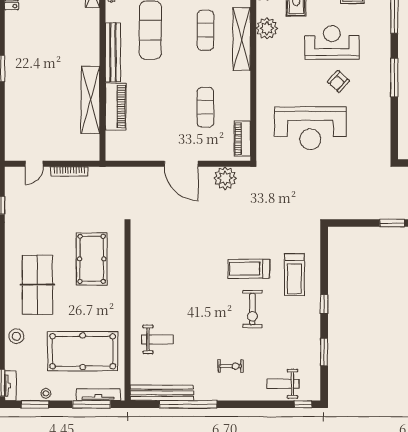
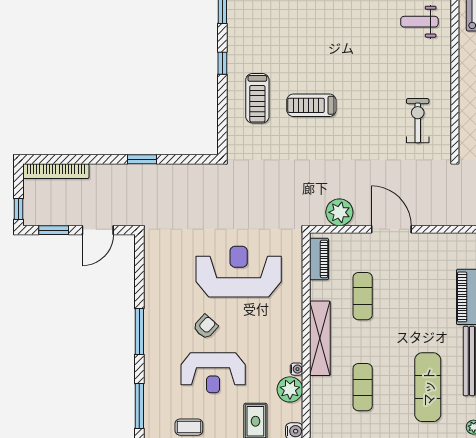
shelving: (242, 39) -> (320, 338), moved
water cooler: (261, 46) -> (297, 369), added
treadmill: (249, 269) -> (311, 105), turned 180
treadmill: (294, 275) -> (257, 98), turned 180
exercise bike: (252, 309) -> (418, 121), moved

